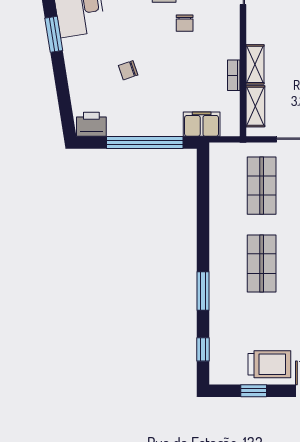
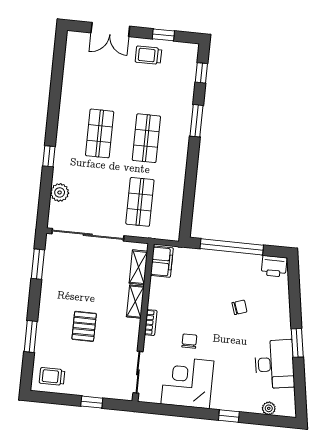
bookcase: (234, 75) -> (151, 323), moved
filing cabinet: (202, 124) -> (162, 262), moved, turned -90
trolley: (269, 364) -> (148, 55), width x0.73, depth x0.72

